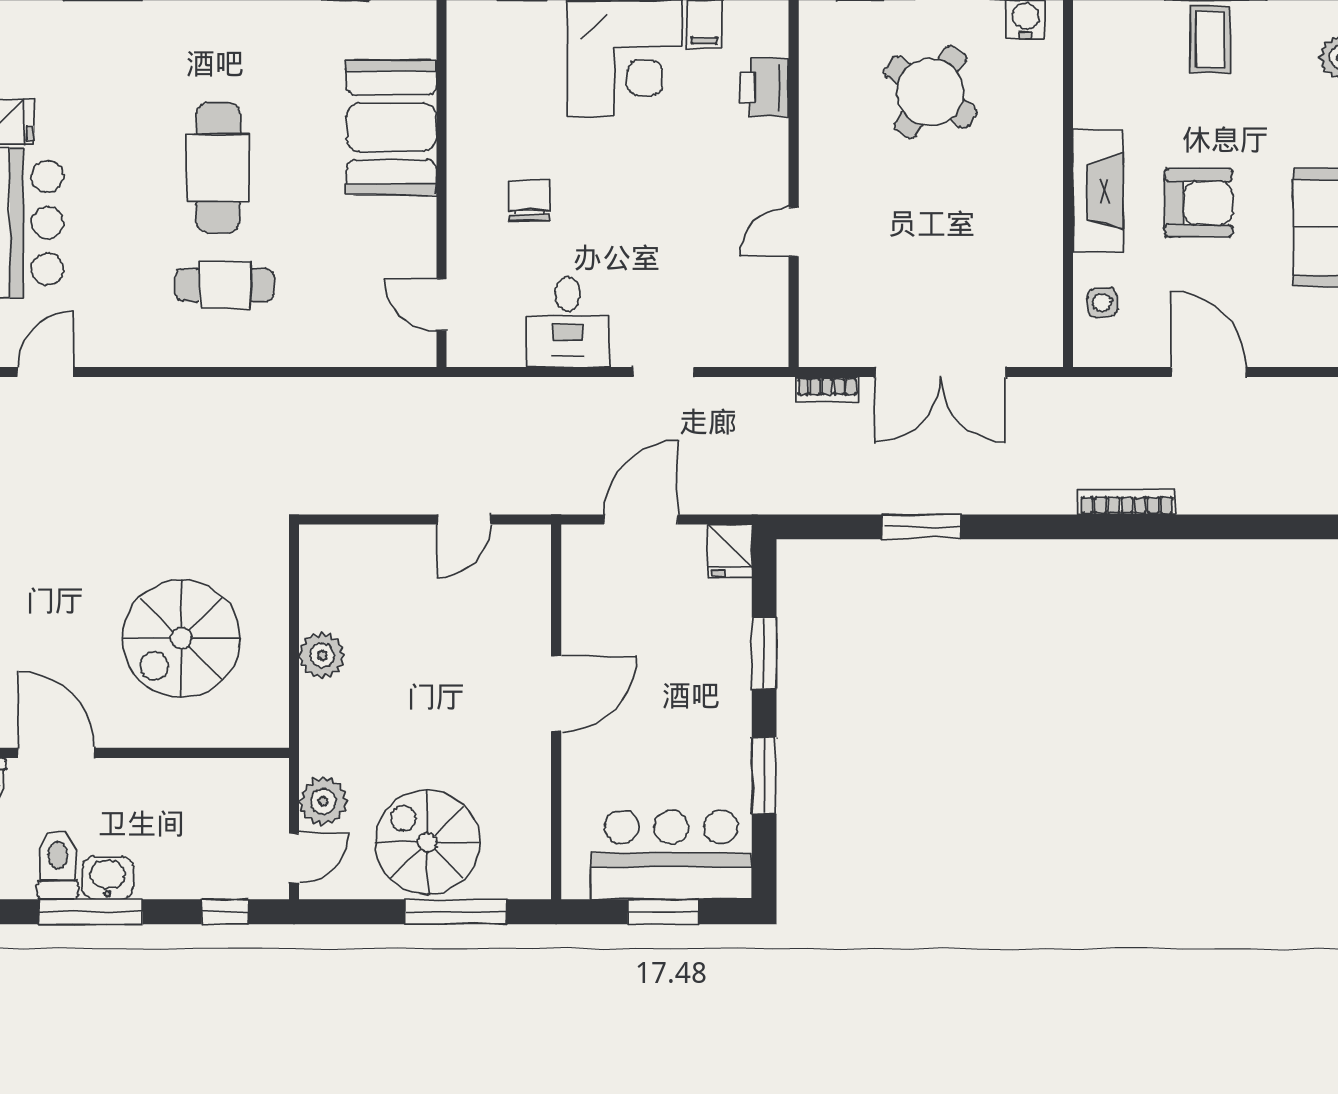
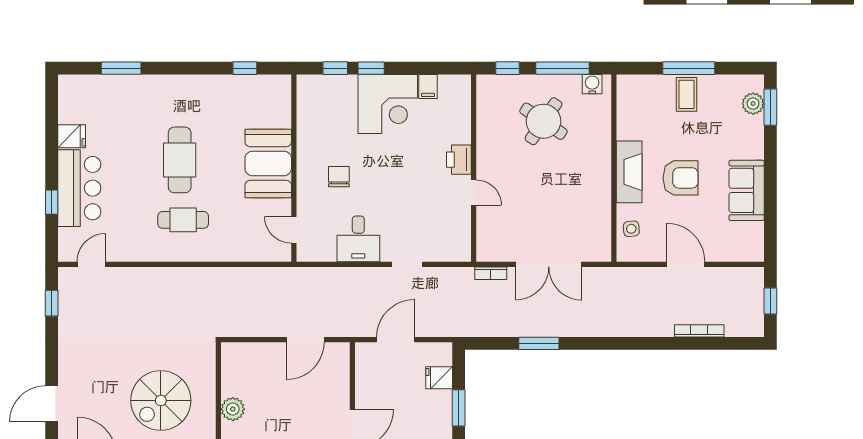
printer: (765, 87) -> (459, 160), moved
booth: (391, 127) -> (268, 163), moved
door: (794, 232) -> (474, 193), swing flipped
bookcase: (1127, 502) -> (699, 331), moved
door: (464, 519) -> (305, 340), width x1.38
fridge: (730, 550) -> (439, 378), moved, turned 90

